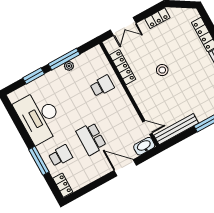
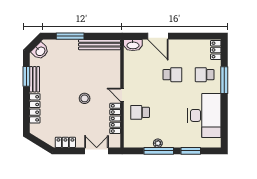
door: (147, 128) -> (122, 95), moved
school desk: (91, 139) -> (172, 75), width x0.54

